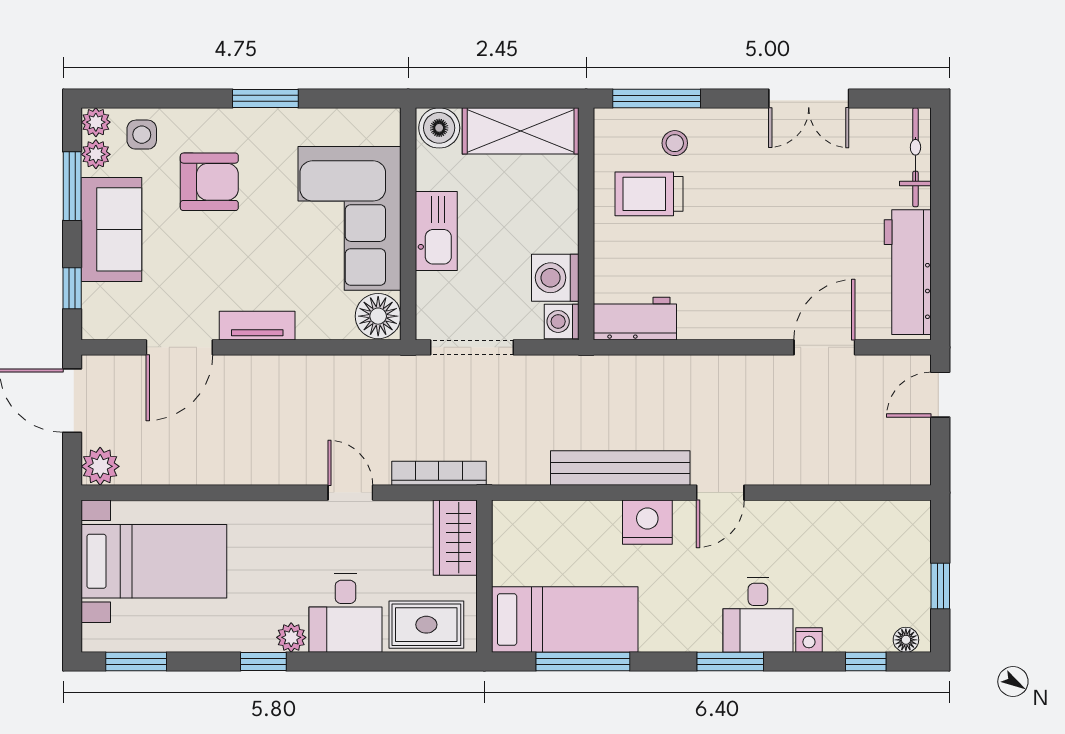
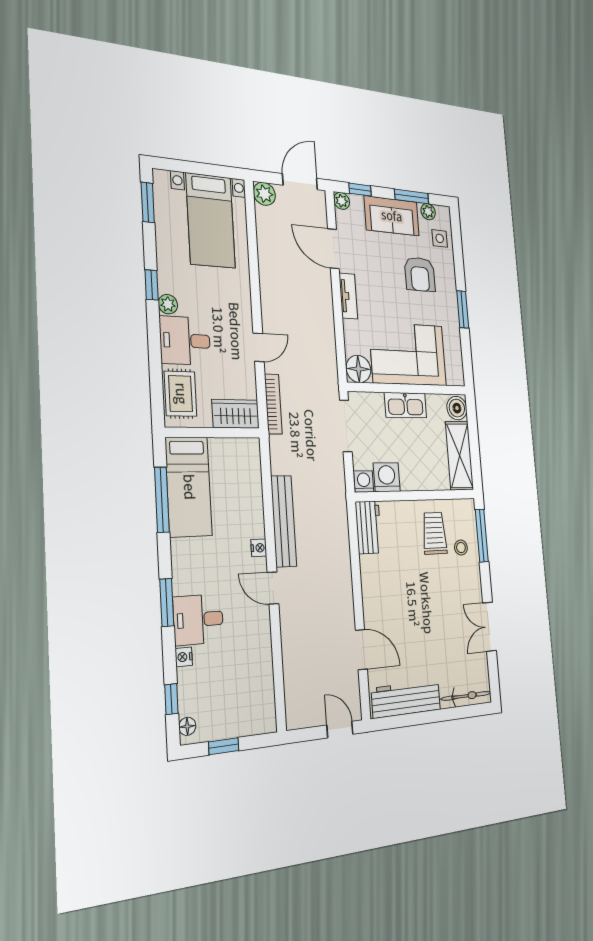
plant: (96, 122) -> (342, 201), moved
nightstand: (647, 522) -> (259, 548), width x0.53, depth x0.56

